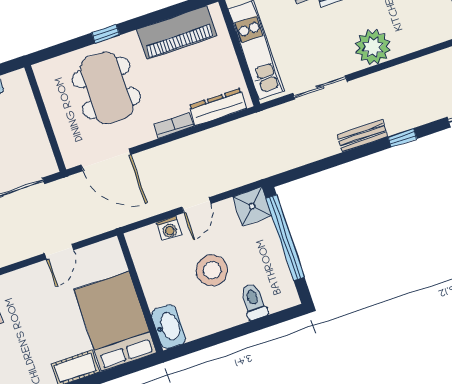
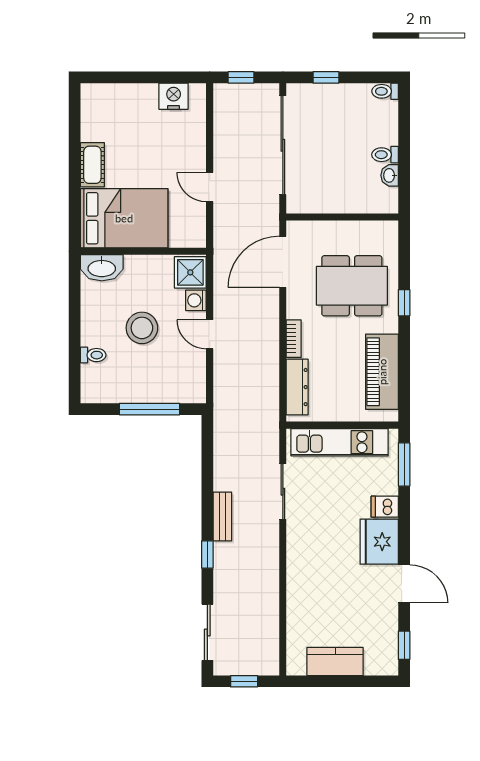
plant: (373, 47) -> (304, 556), removed
shower: (252, 206) -> (190, 272), moved
window: (285, 238) -> (150, 409), width x0.68
toilet: (254, 302) -> (93, 355), width x0.73, depth x0.72

